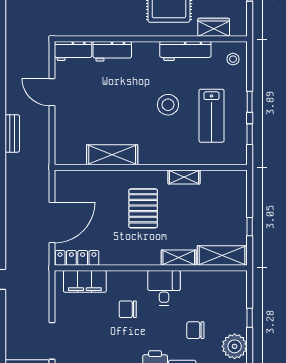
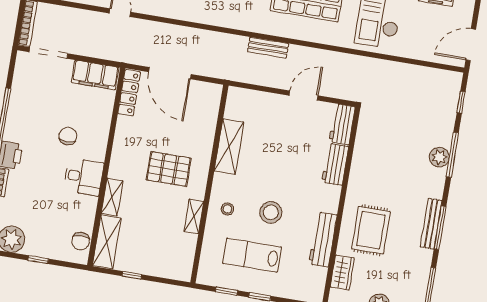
stool: (233, 59) -> (227, 209), moved
filing cabinet: (85, 281) -> (95, 75), moved, turned -90
chair: (195, 330) -> (81, 241), moved, turned 180

